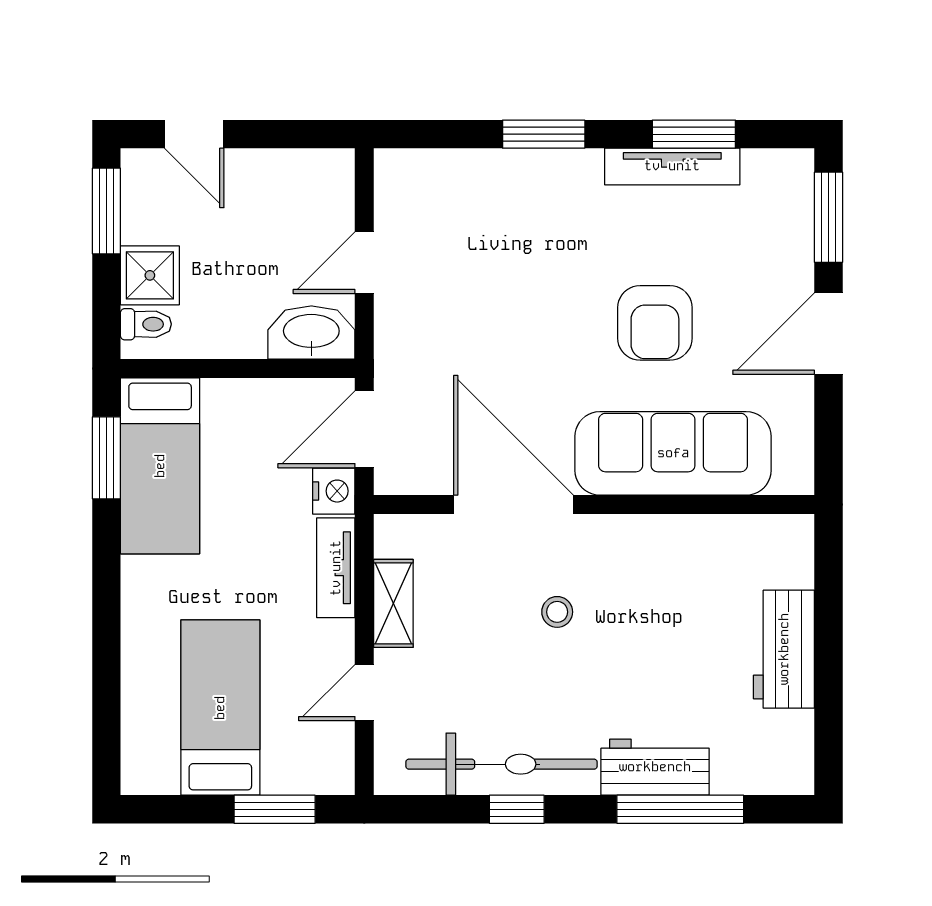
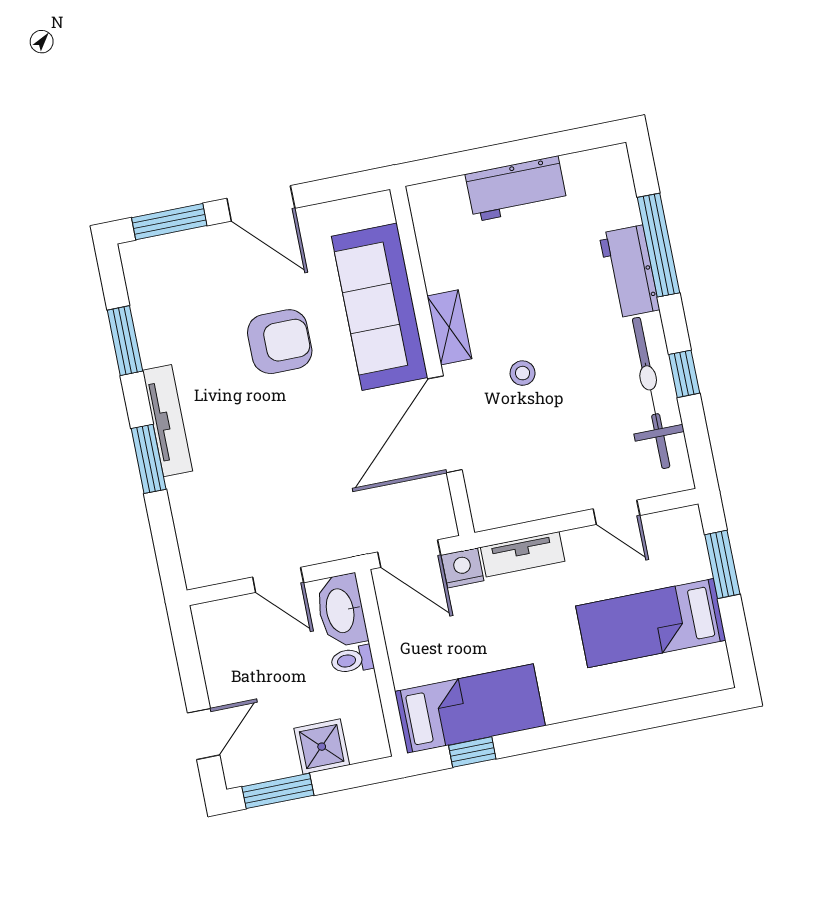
tv unit: (672, 166) -> (167, 421), moved
toilet: (146, 324) -> (352, 660), moved, turned -90
window: (106, 458) -> (472, 752), width x0.67
shelving: (393, 603) -> (449, 327), moved, turned 90

